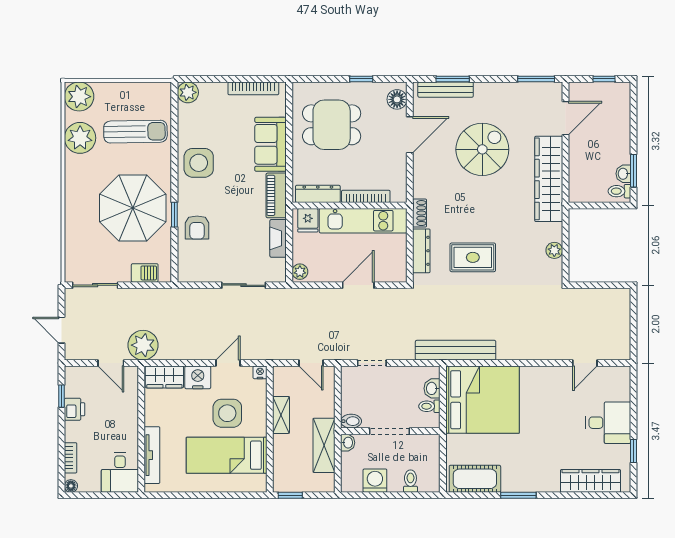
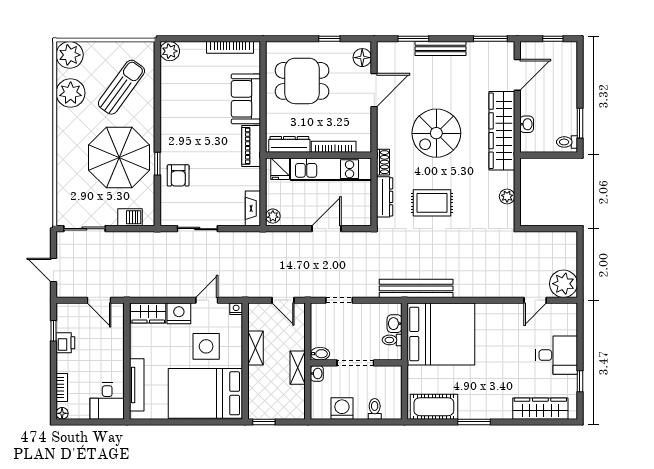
bench: (446, 90) -> (440, 49), moved
sun lounger: (135, 132) -> (121, 87), turned -53
spiral stairs: (482, 149) -> (436, 133), moved, turned 180
side table: (199, 163) -> (180, 116), removed
washbasin: (623, 174) -> (527, 124), moved, turned 180
fireplace: (278, 238) -> (253, 208), moved
sliding door: (244, 285) -> (197, 229), moved
plant: (143, 345) -> (563, 284), moved
shelving: (324, 445) -> (298, 368), width x0.67, depth x0.75
bed: (227, 455) -> (205, 393), width x1.50

